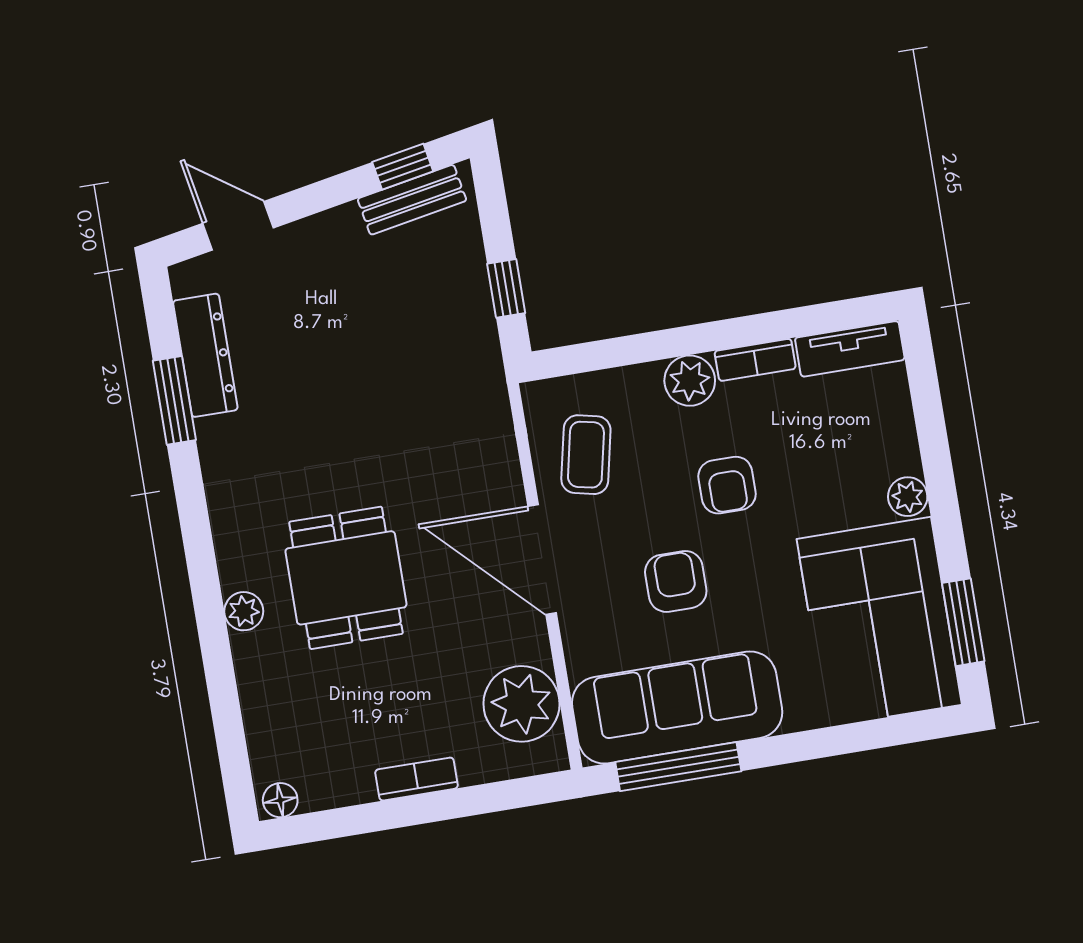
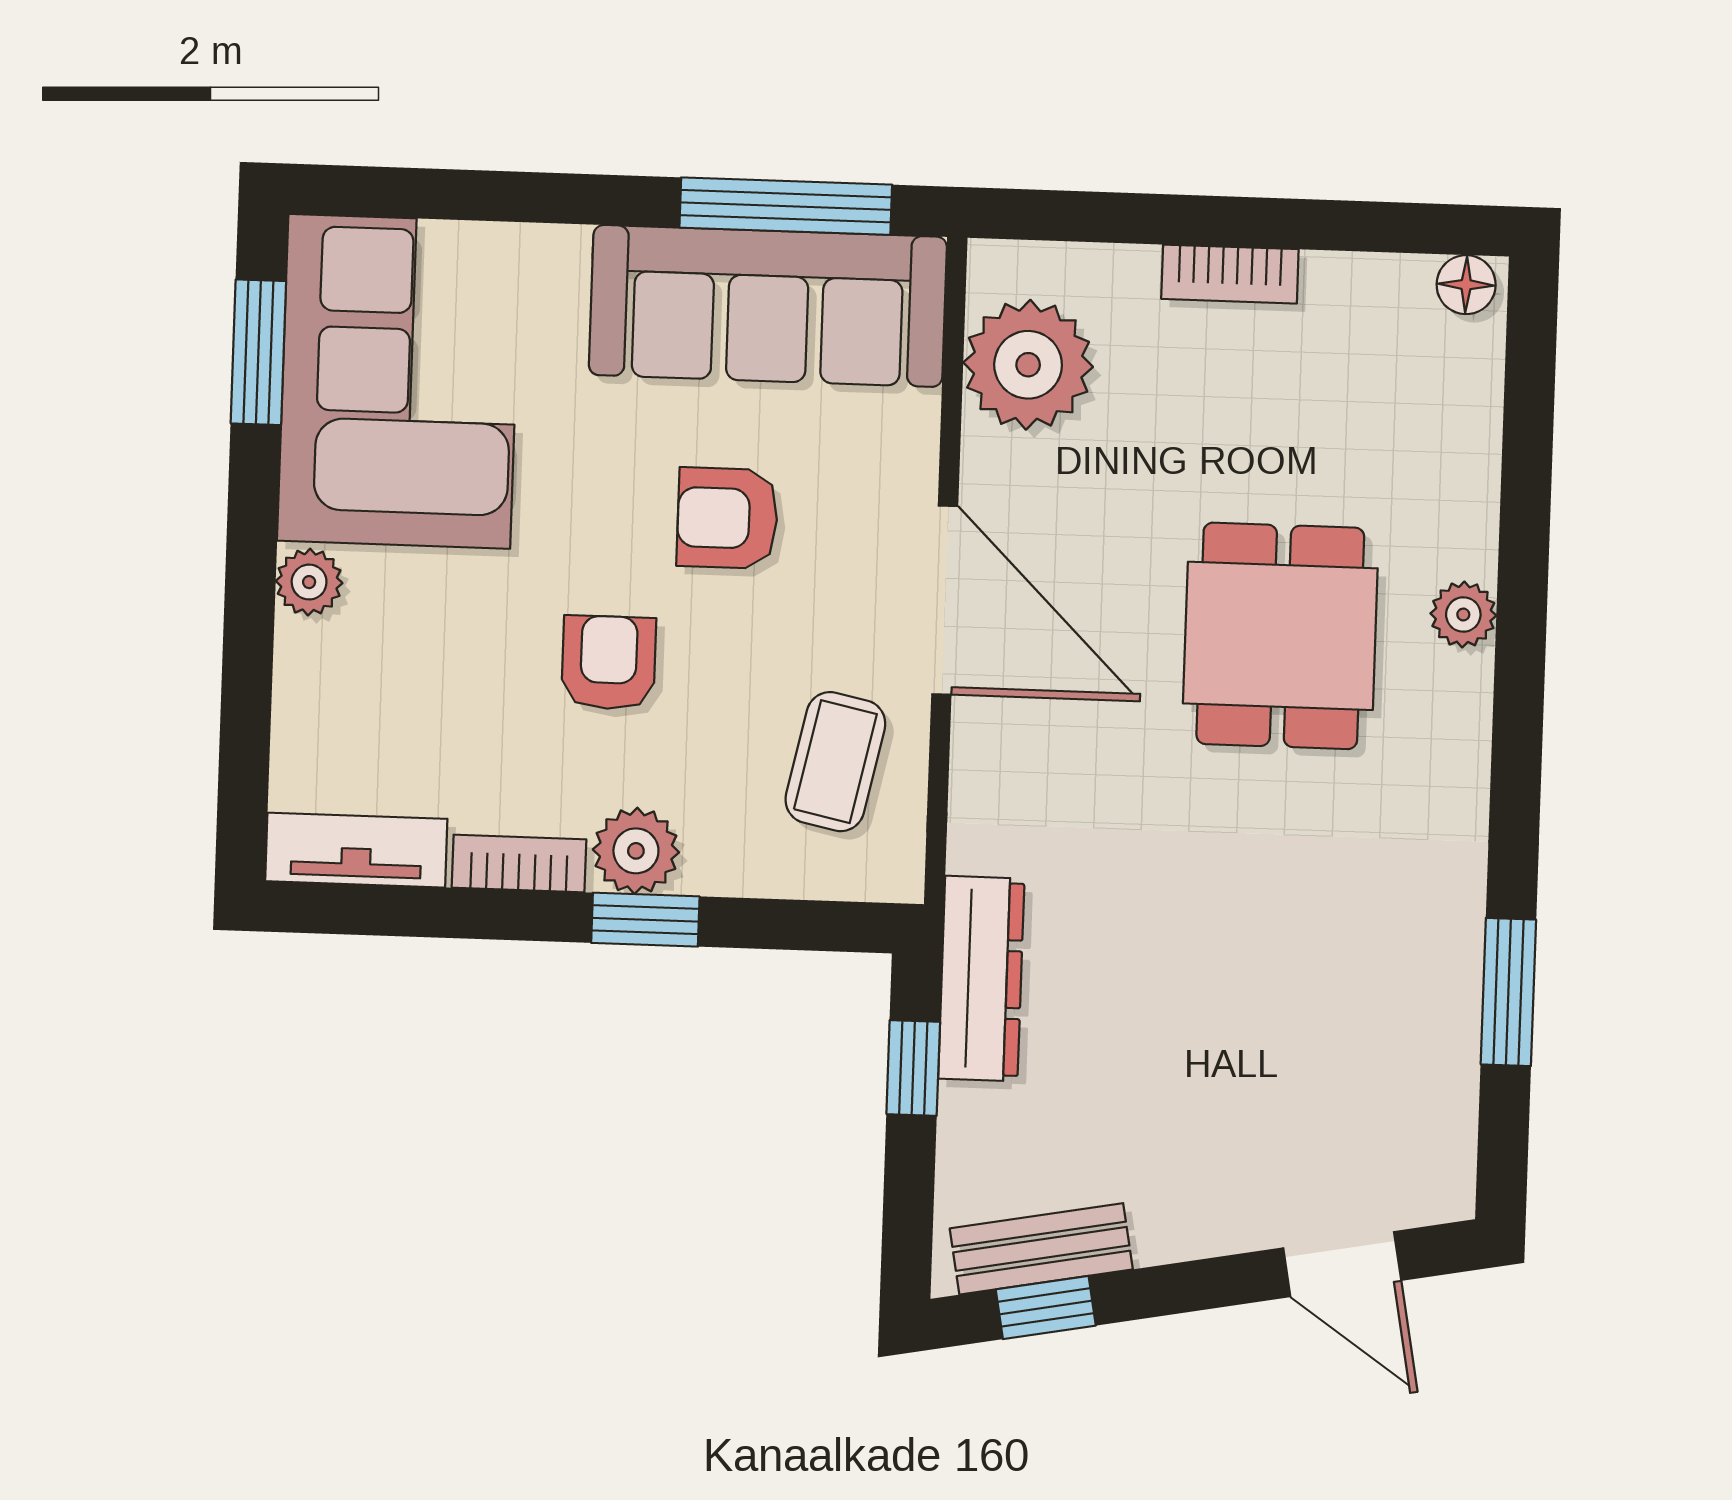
window: (676, 342) -> (645, 920), added
dresser: (205, 355) -> (981, 979), moved, turned 180
armchair: (676, 581) -> (727, 518), turned 90

